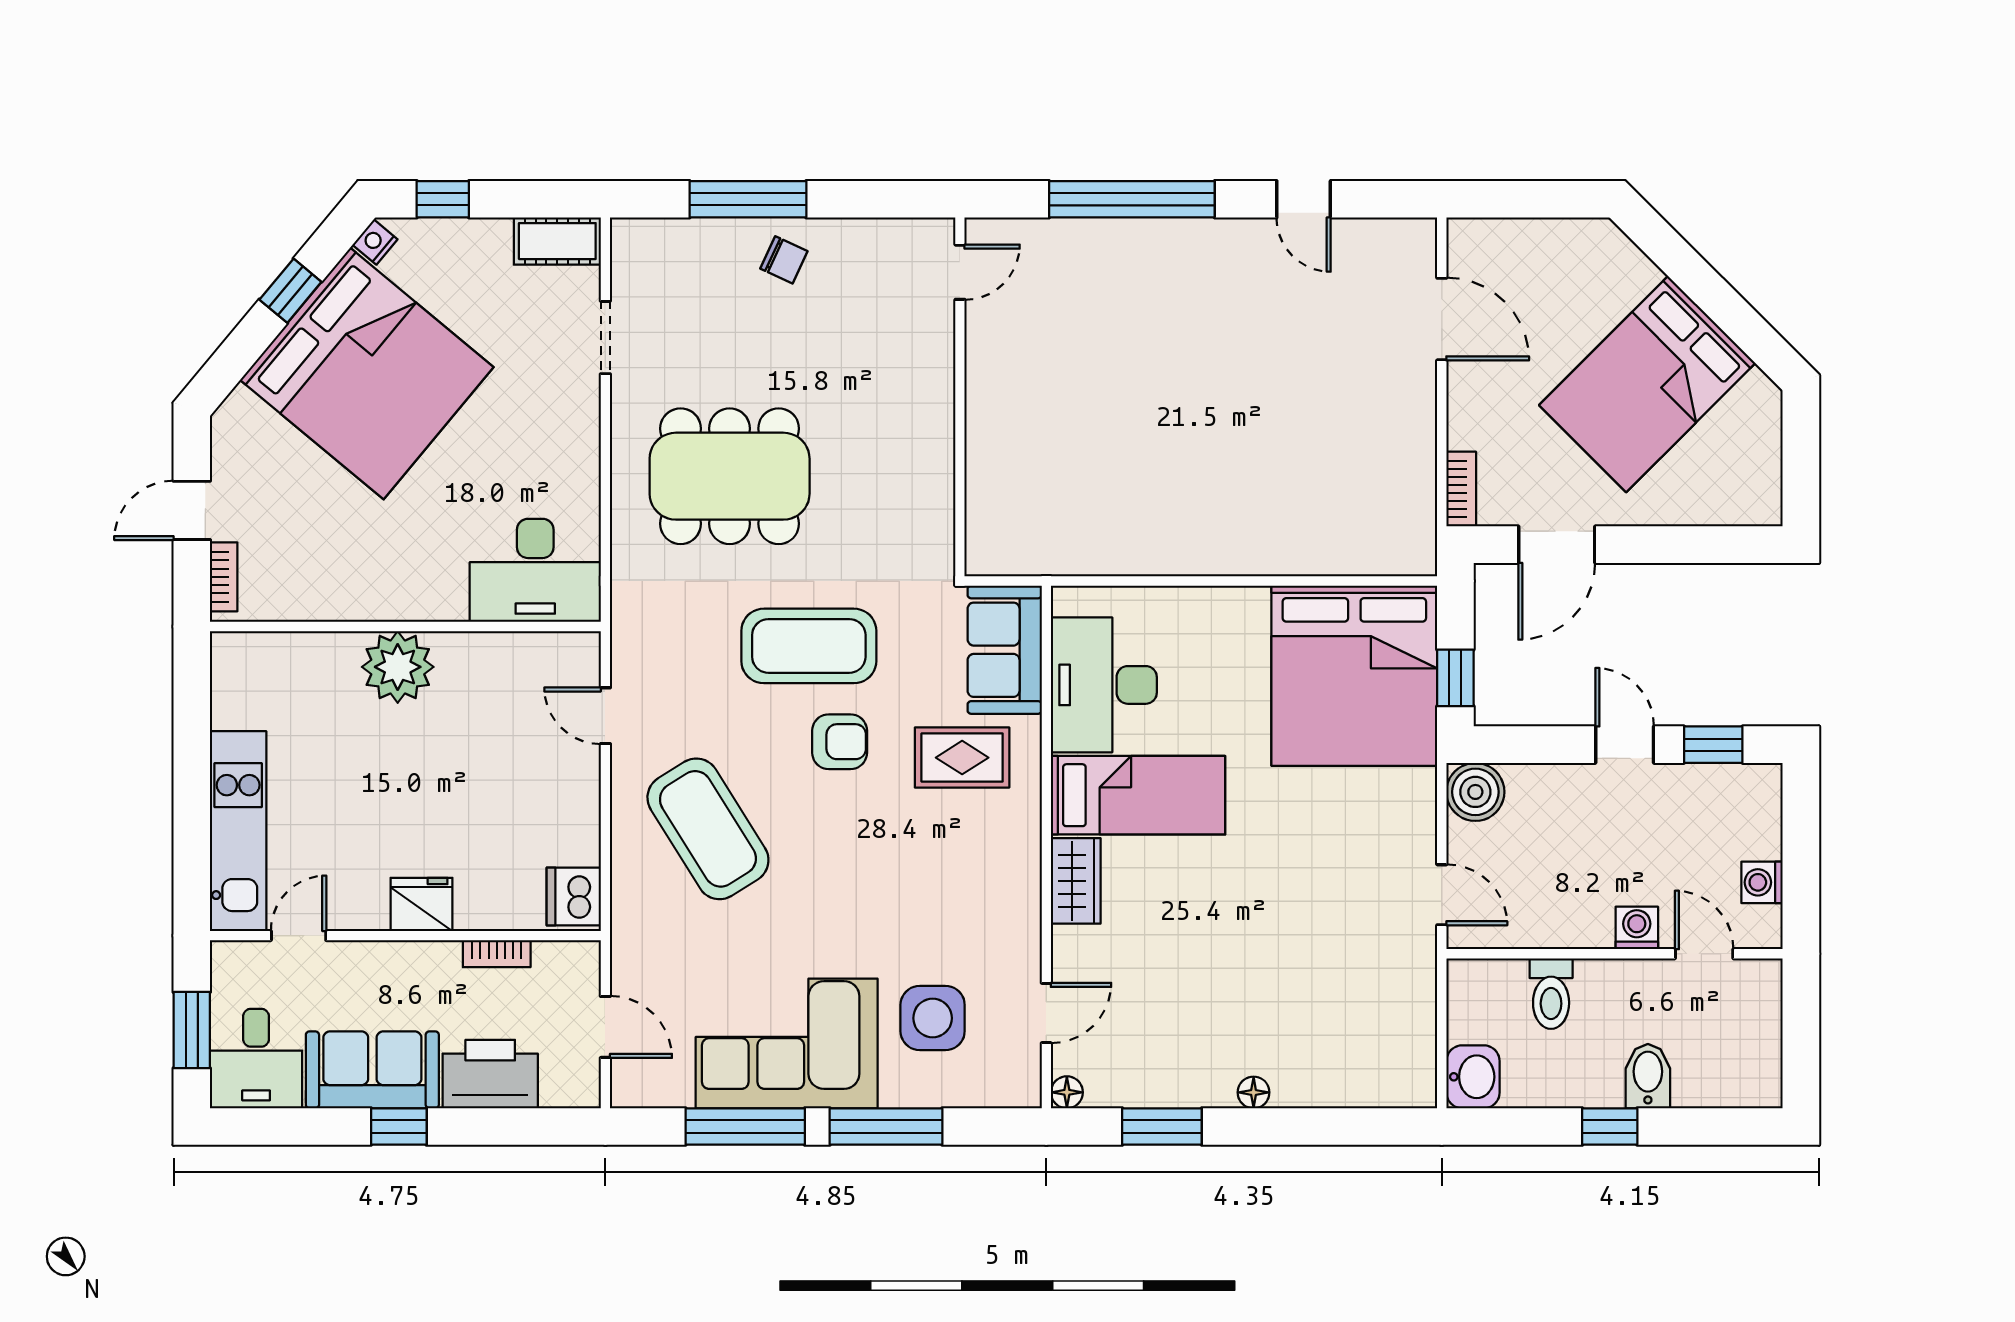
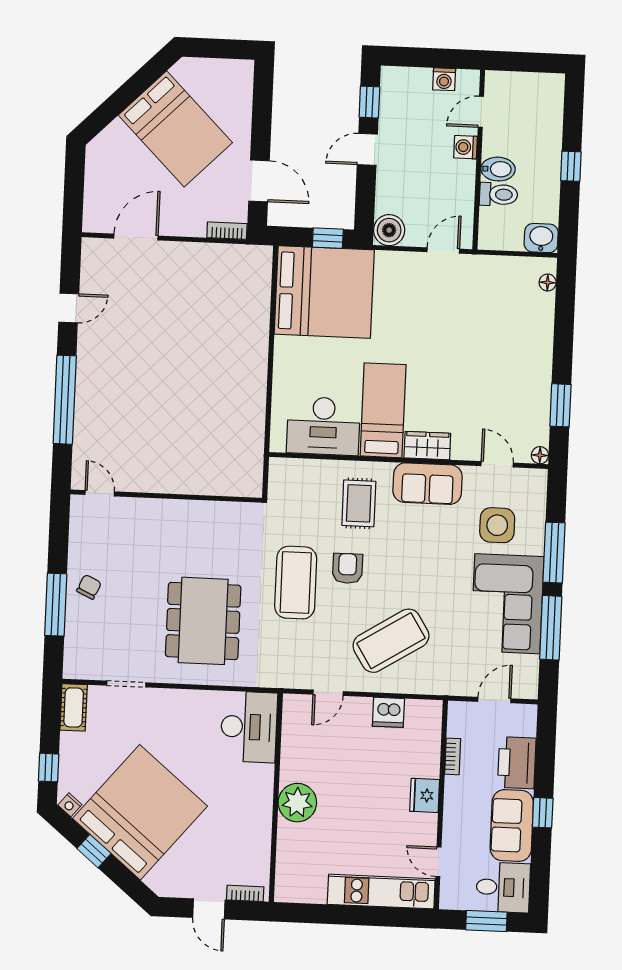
sofa: (1005, 650) -> (428, 484), moved
dishwasher: (574, 896) -> (388, 712), moved
bidet: (1648, 1076) -> (498, 169), moved, turned 180
floor lamp: (1254, 1092) -> (548, 283), moved

